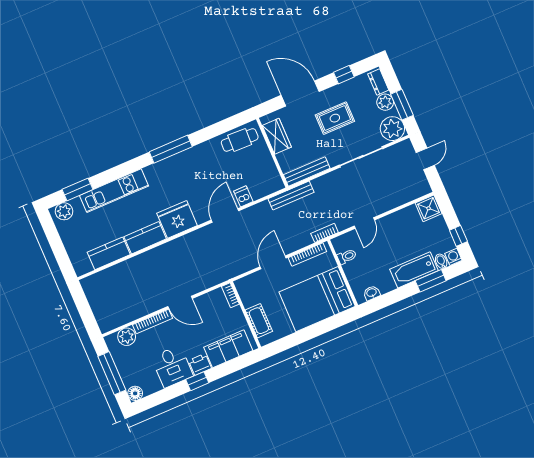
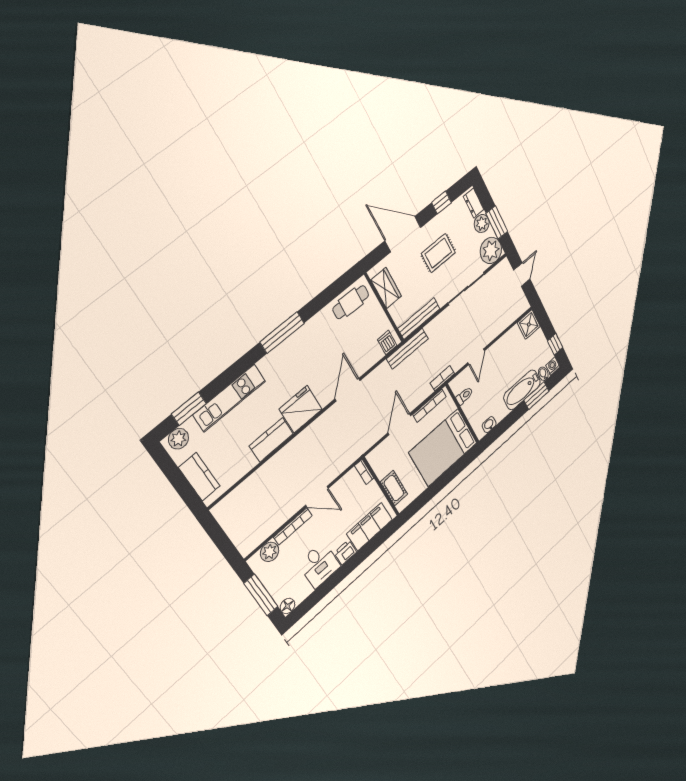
dishwasher: (243, 196) -> (387, 343), moved
kitchen counter: (109, 253) -> (199, 477), moved, turned 90
window: (197, 381) -> (345, 570), removed

